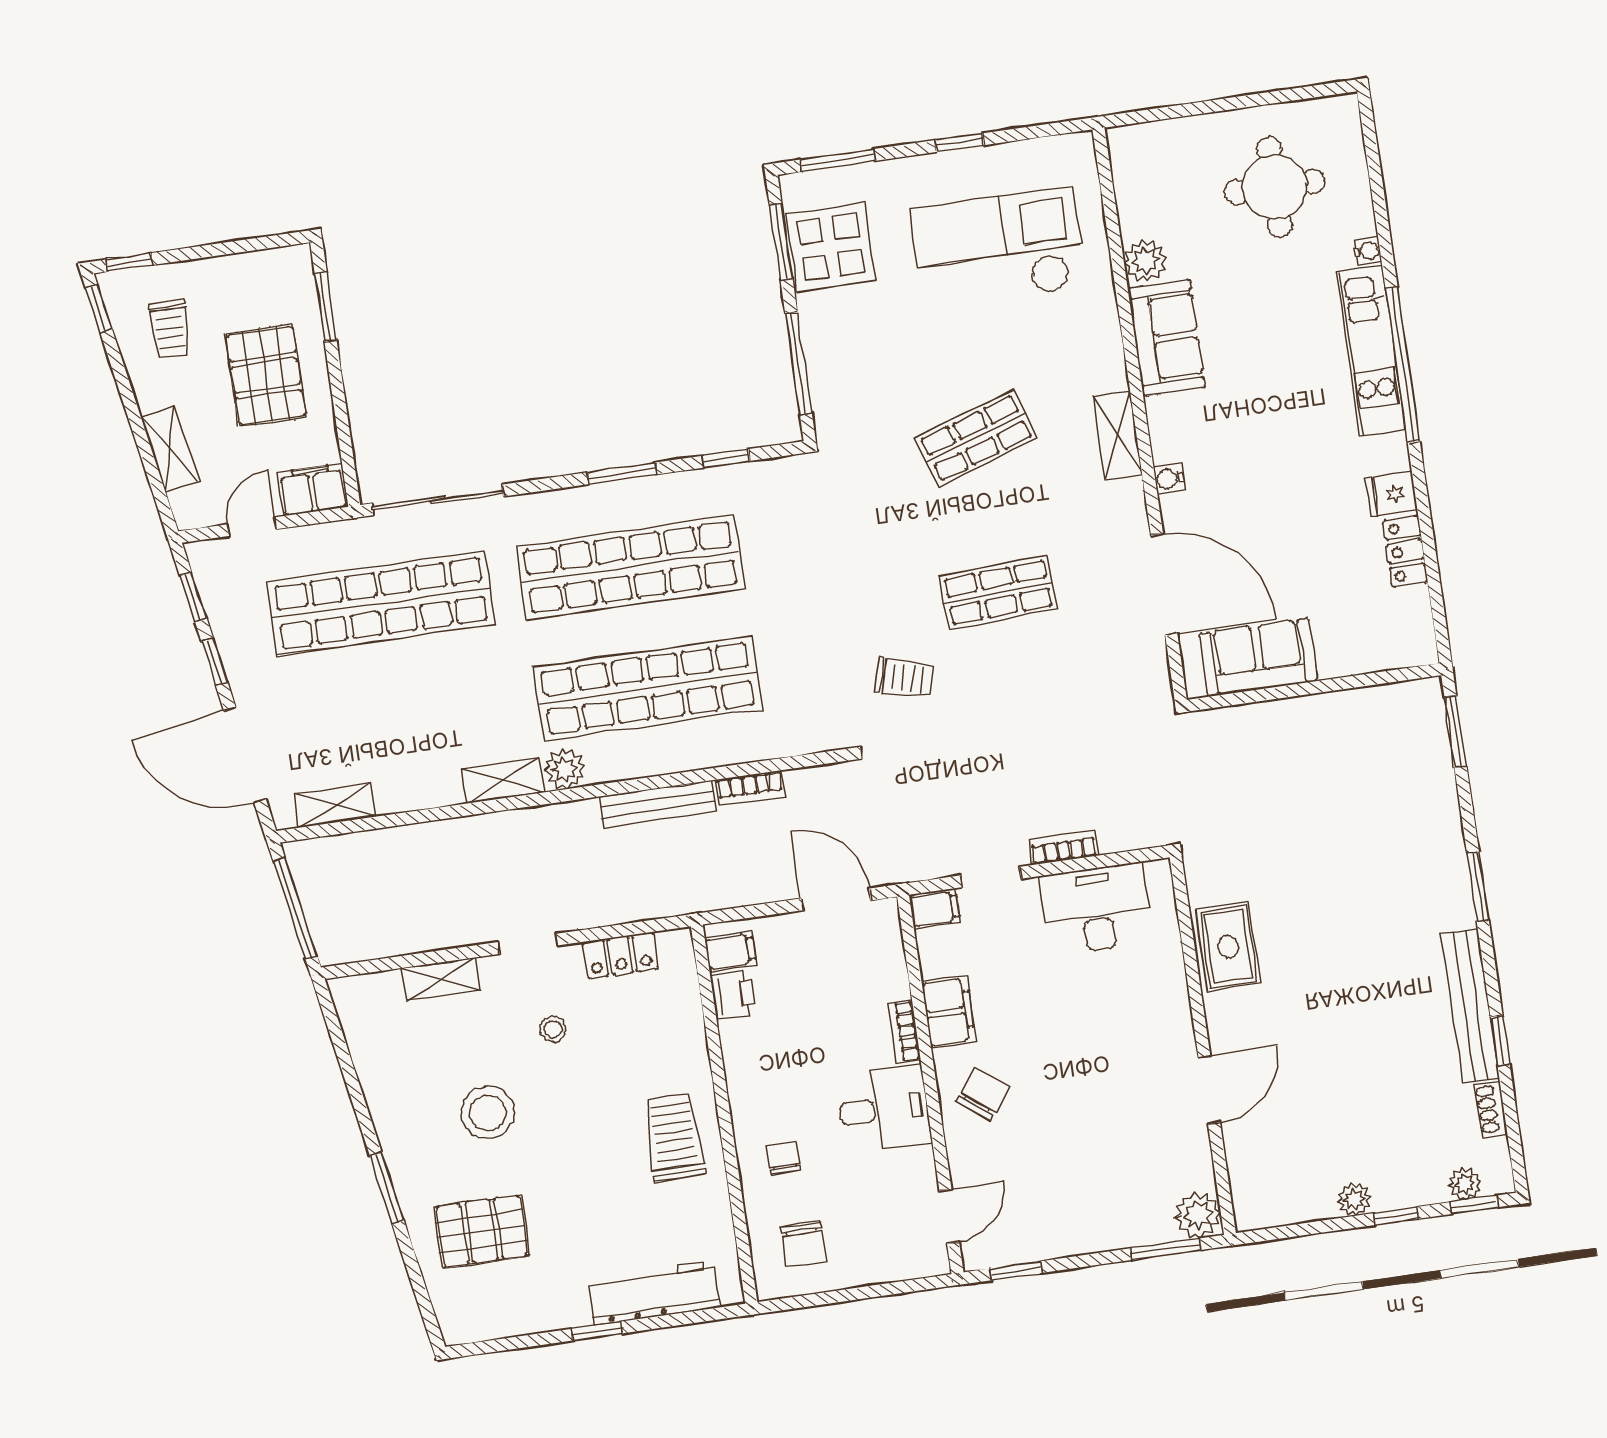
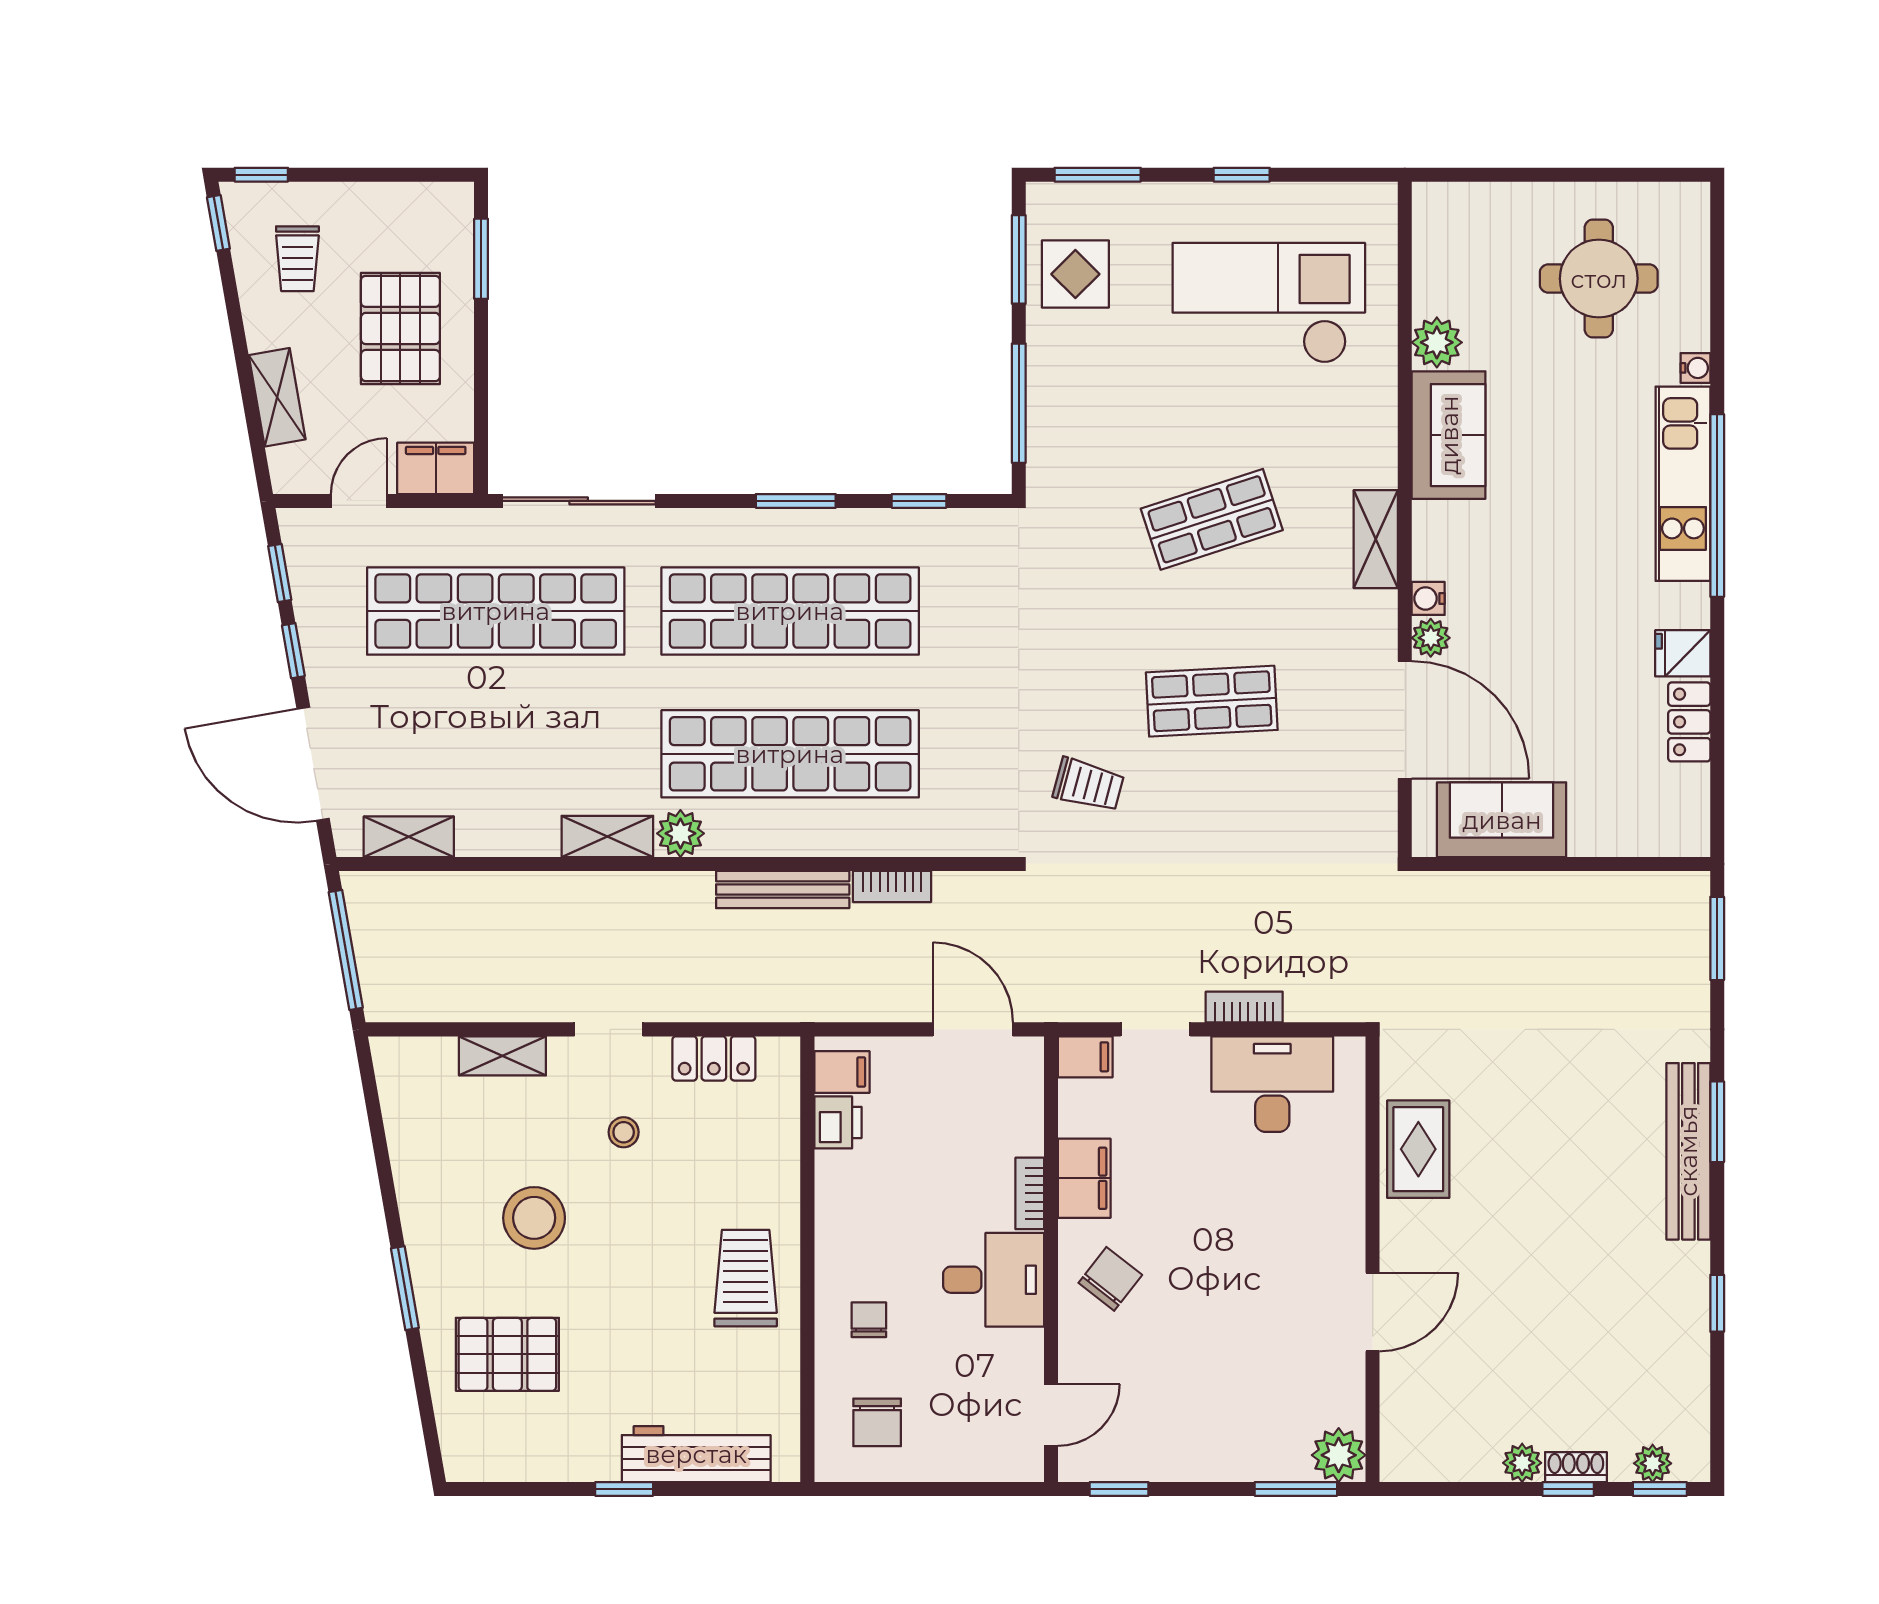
display table: (831, 247) -> (1075, 274), width x0.73, depth x0.73
plant: (1176, 512) -> (1431, 638), added
bench: (1470, 1006) -> (1688, 1151), moved
shoe rack: (1491, 1109) -> (1576, 1467), moved, turned 90

